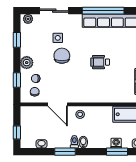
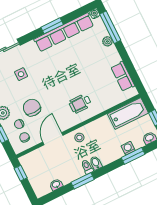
window: (103, 11) -> (52, 26), width x0.47
chair: (62, 56) -> (32, 108), moved
wheelchair: (100, 62) -> (80, 103), moved
door: (58, 104) -> (53, 139), swing flipped
window: (17, 132) -> (21, 173), moved

